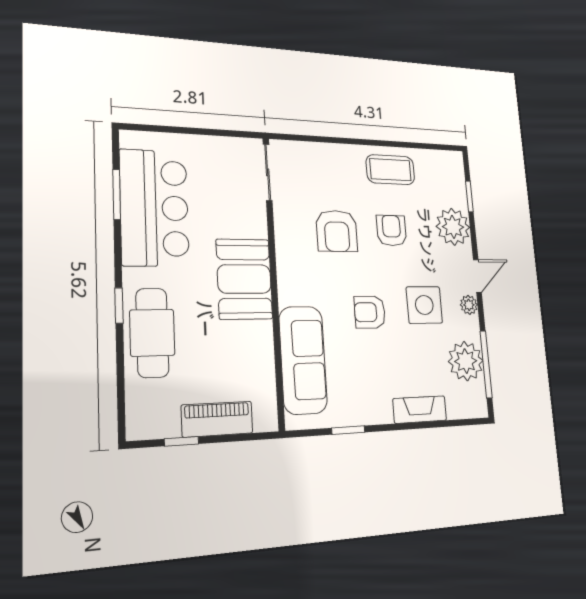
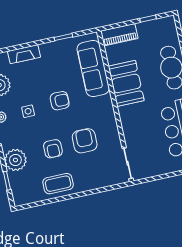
booth: (244, 279) -> (126, 83), moved
side table: (424, 305) -> (28, 111), width x0.54, depth x0.54
piano: (217, 419) -> (119, 35), moved

